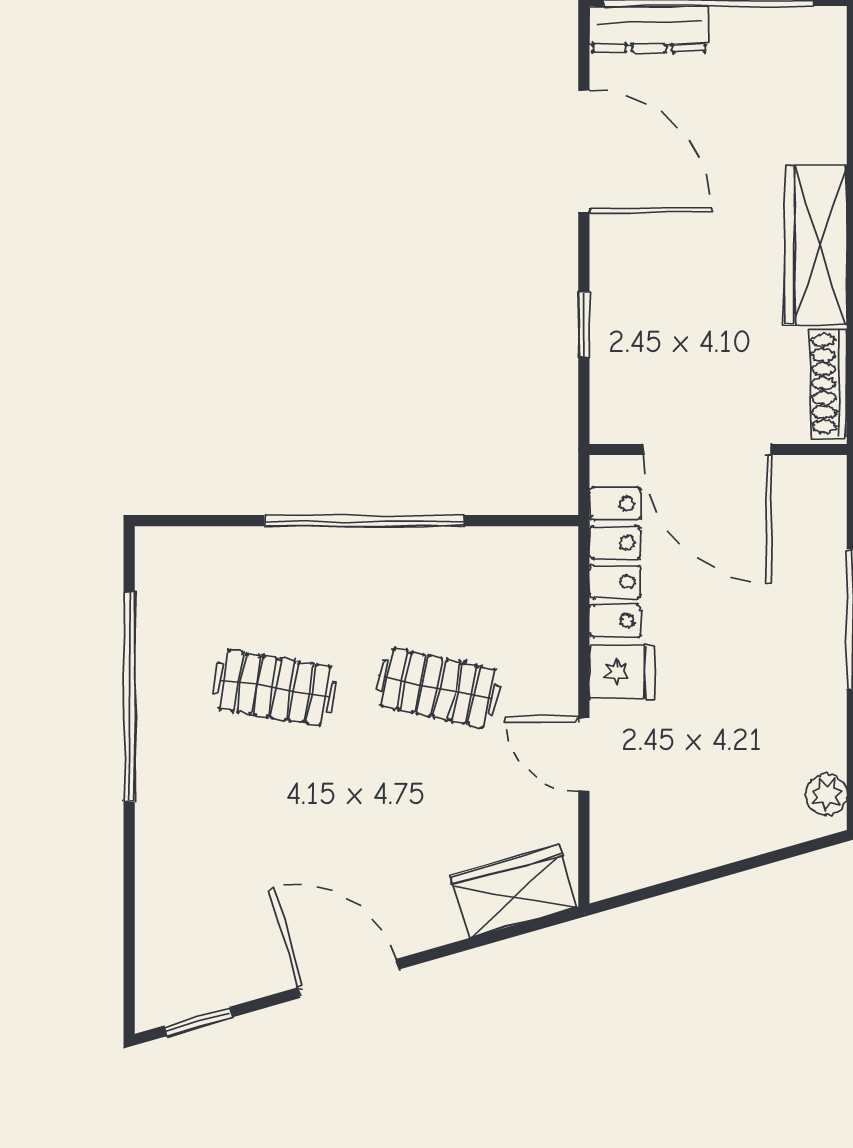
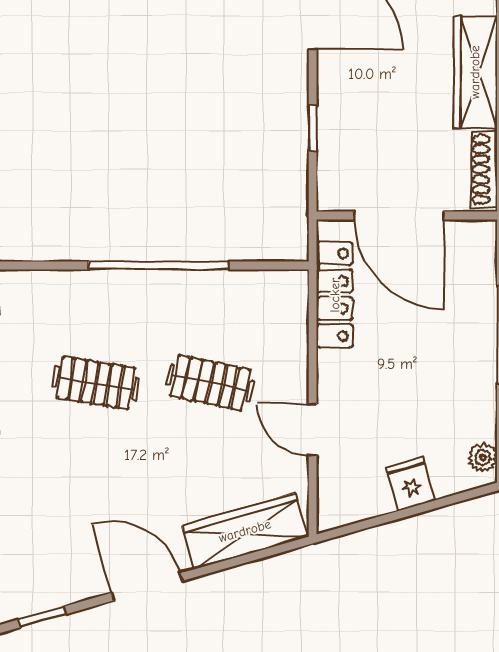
fridge: (622, 672) -> (411, 484), moved, turned -106
wardrobe: (514, 891) -> (245, 531), width x1.50

